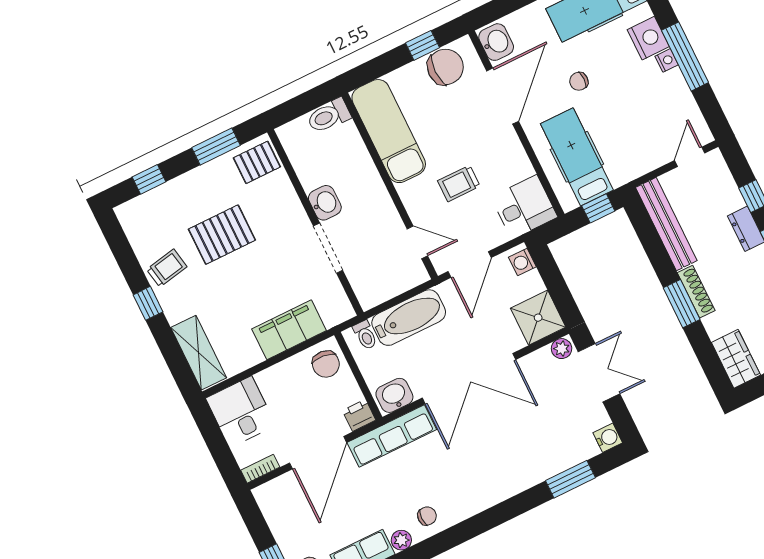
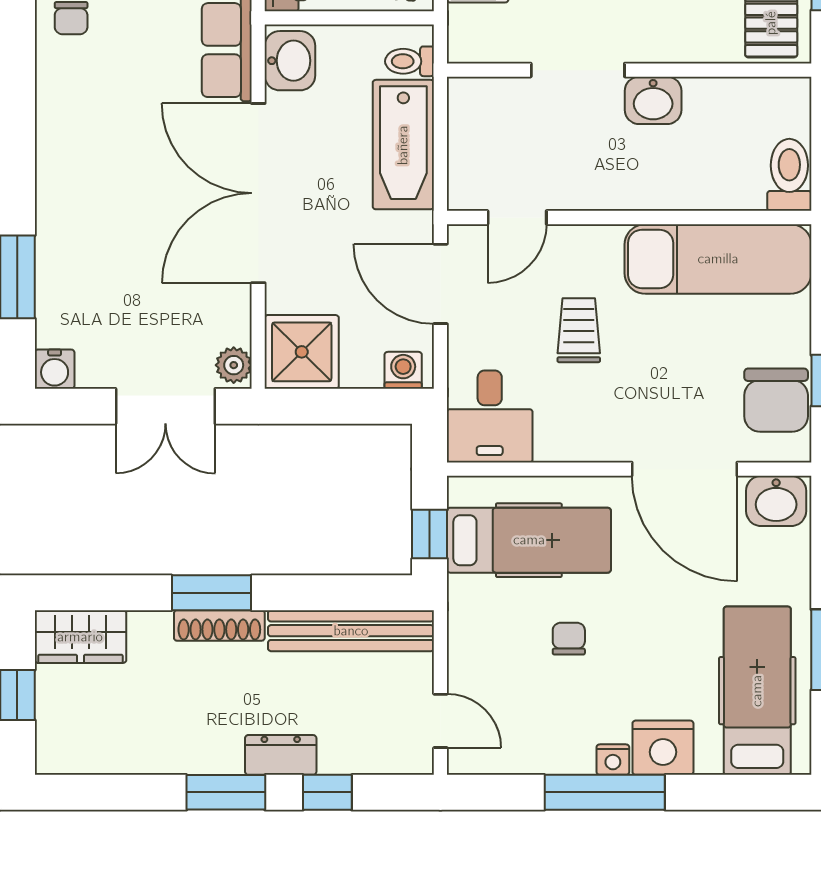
chair: (579, 81) -> (569, 639), moved

